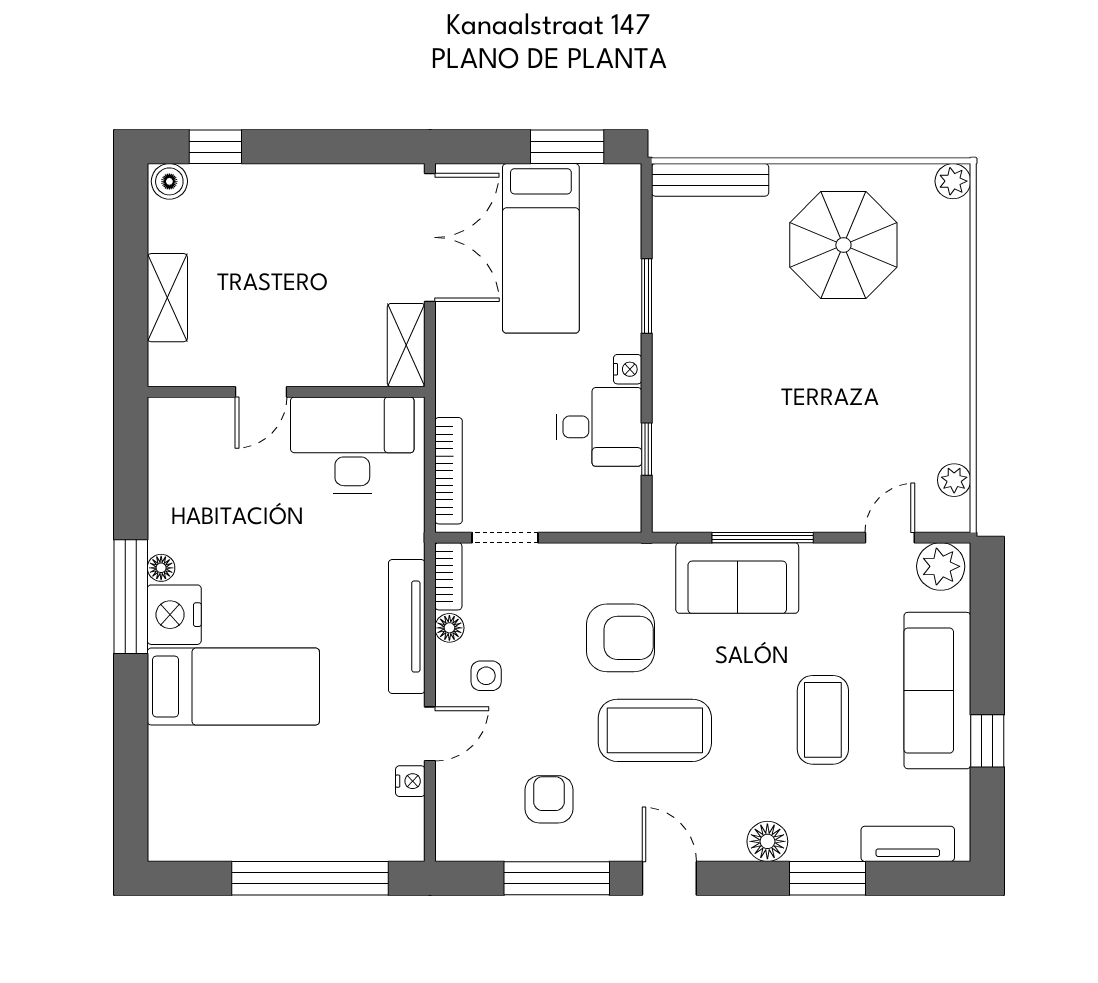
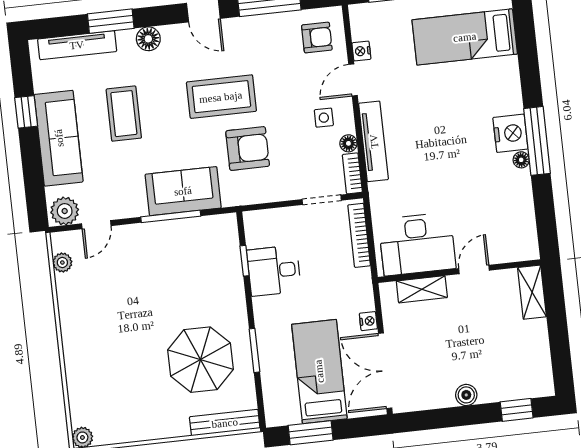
boiler: (169, 181) -> (466, 395), moved
parasol: (843, 245) -> (201, 360), moved
shelving: (167, 298) -> (532, 292), moved
shelving: (406, 345) -> (422, 289), moved, turned 90
nightstand: (628, 369) -> (368, 321), moved, turned 180
armchair: (620, 638) -> (248, 149), turned 180
bed: (233, 687) -> (465, 37), moved
armchair: (549, 799) -> (317, 38), moved, turned -90
tv unit: (908, 844) -> (77, 45), width x1.41

